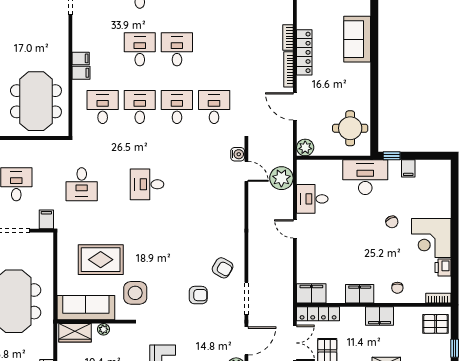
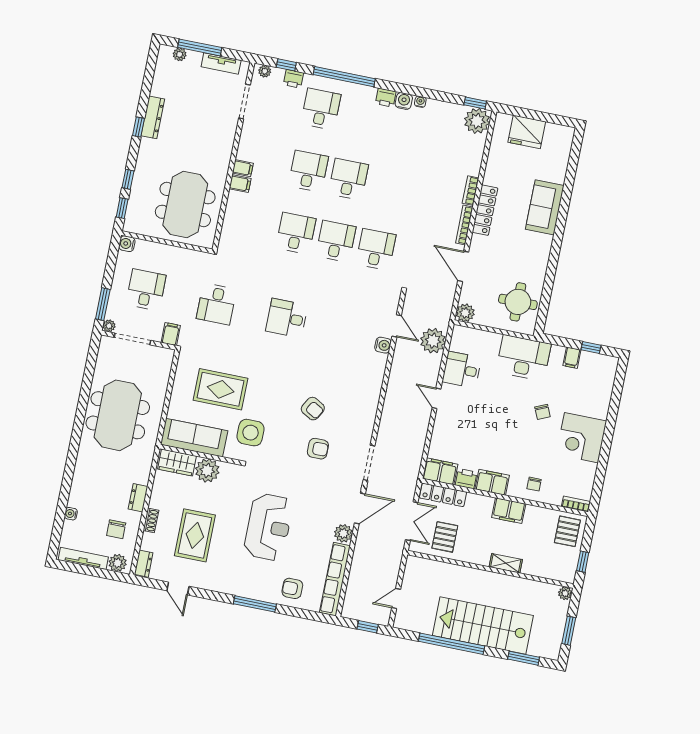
desk: (103, 107) -> (256, 225), removed
water cooler: (238, 154) -> (383, 345), moved
window: (392, 156) -> (591, 348), moved
printer: (443, 267) -> (466, 479), moved, turned 90
armchair: (223, 268) -> (313, 409), moved
pallet: (436, 324) -> (567, 531), turned 90
plant: (103, 329) -> (207, 470), width x1.88, depth x1.88

